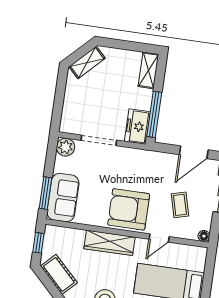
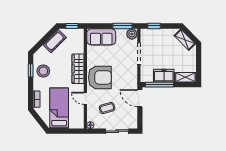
window: (58, 109) -> (154, 26), added
freezer: (137, 127) -> (164, 76), moved
door: (194, 152) -> (140, 98), moved
window: (46, 193) -> (123, 26), moved
armchair: (129, 209) -> (100, 77), turned 90

